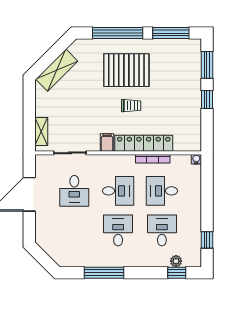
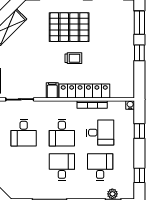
window: (207, 189) -> (139, 131), added
desk: (118, 191) -> (62, 133), turned 90
desk: (162, 191) -> (100, 133), turned 180

